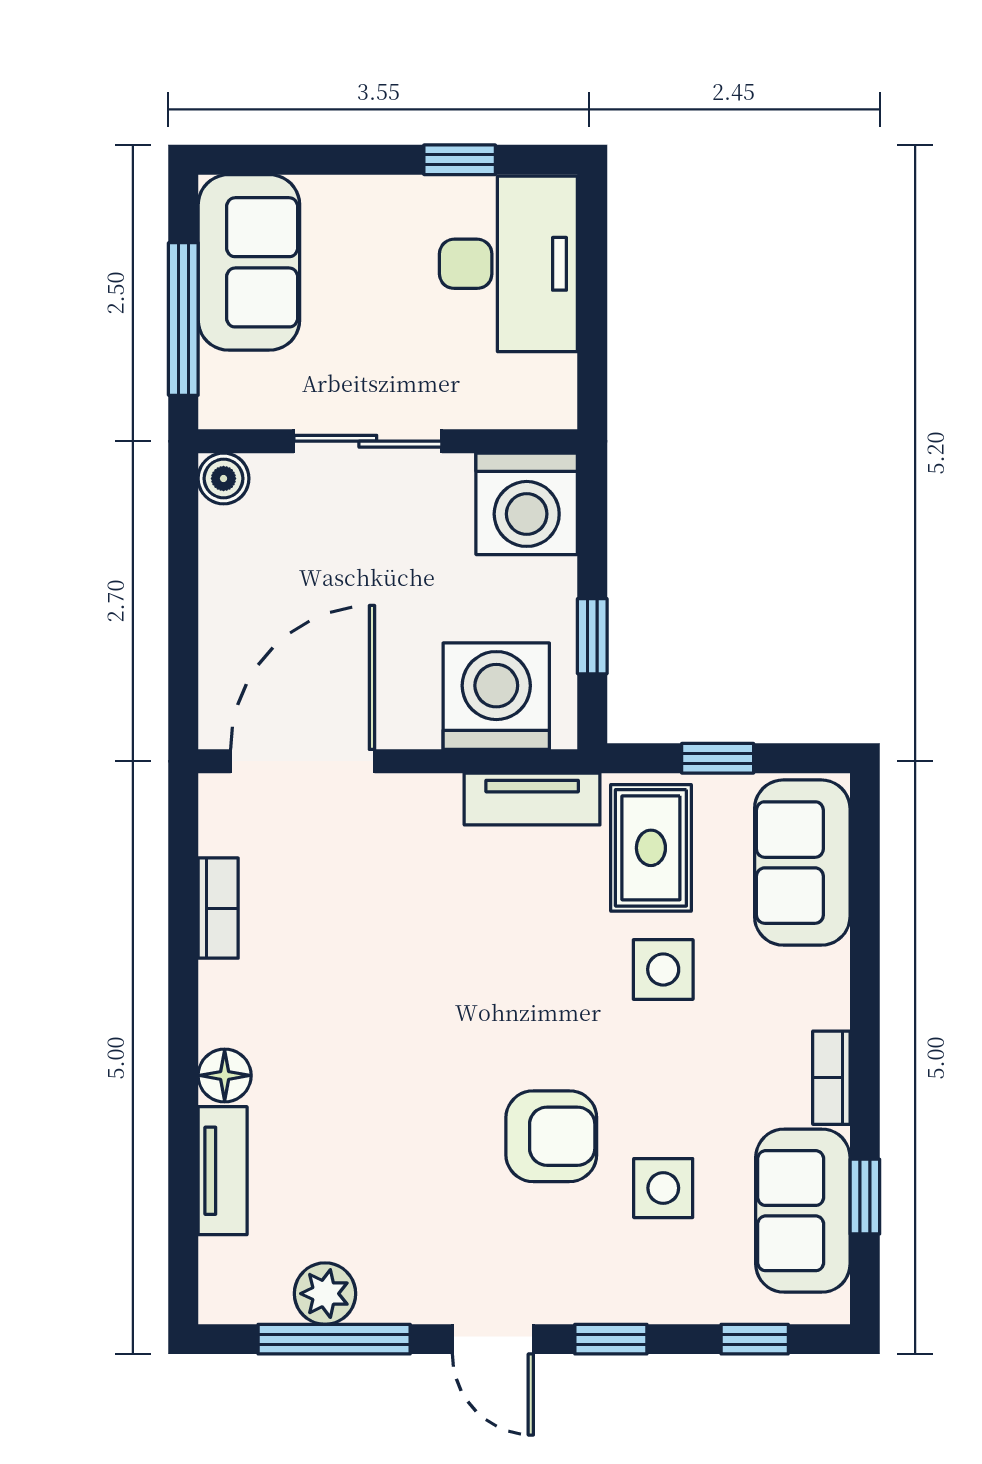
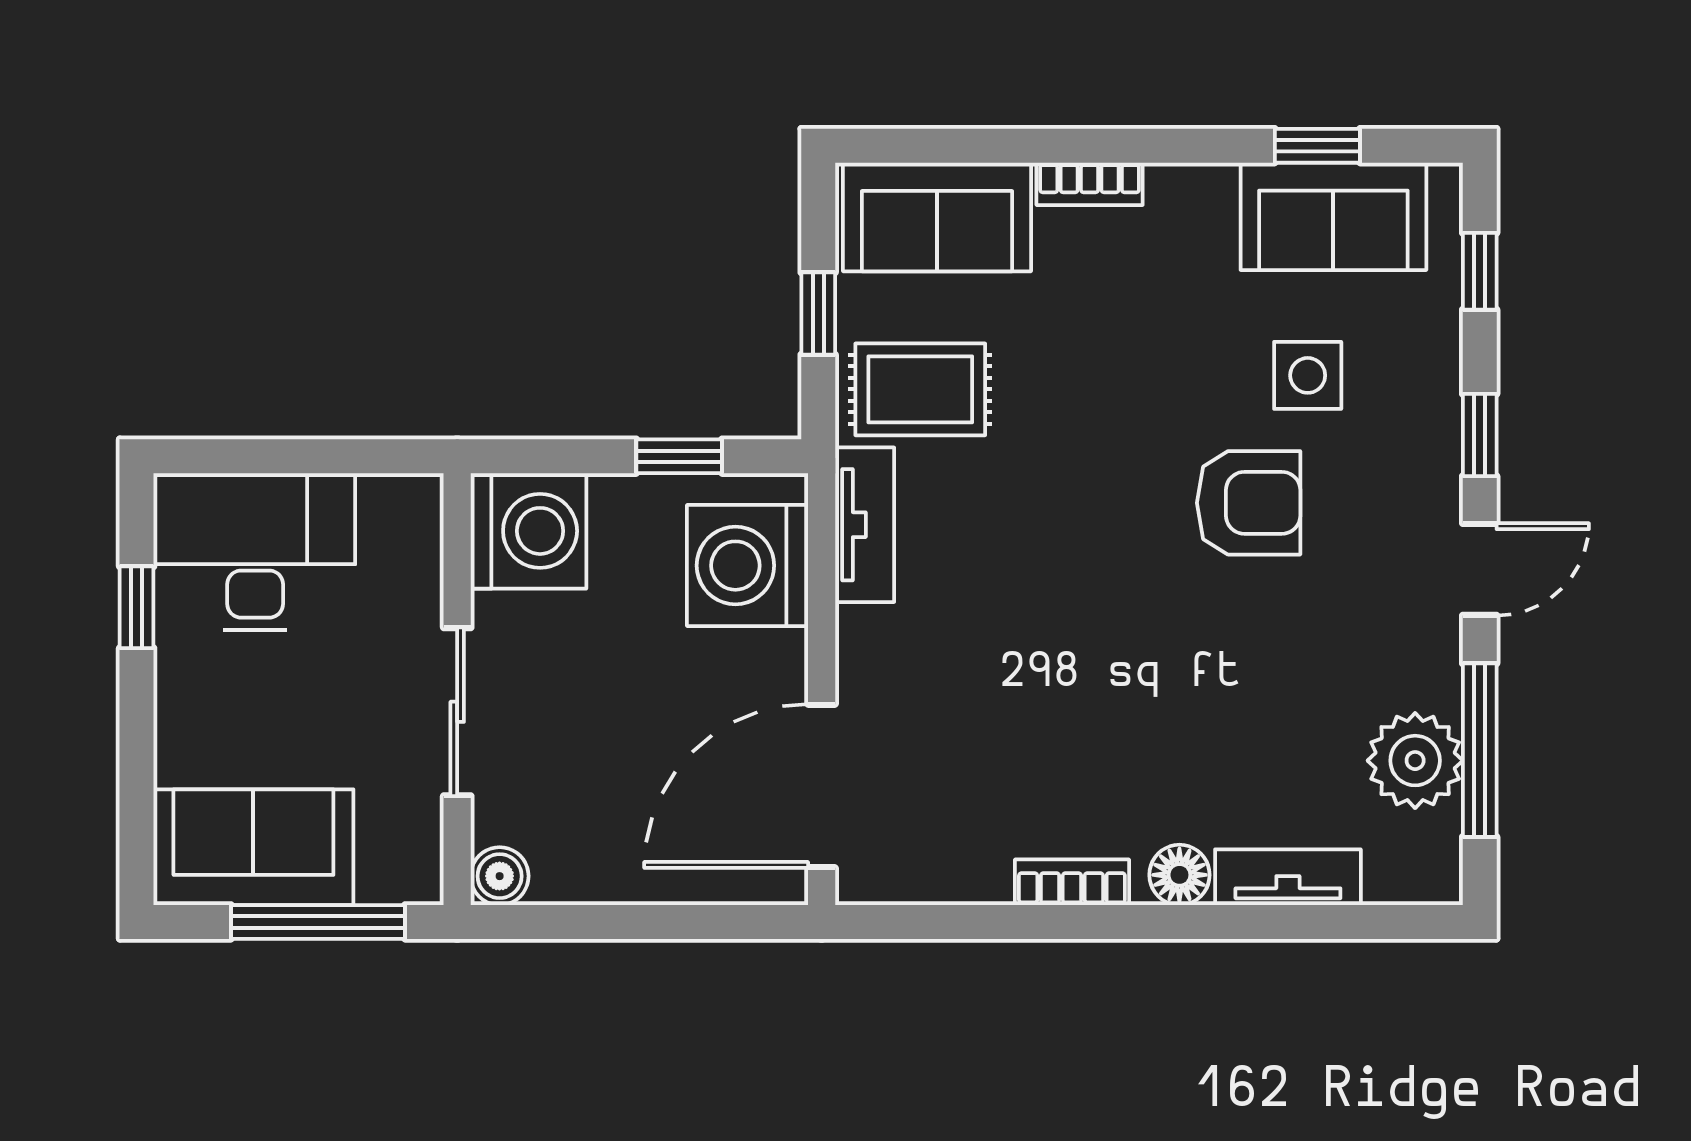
door: (303, 761) -> (822, 786), hinge flipped
bookcase: (218, 908) -> (1072, 882), moved
side table: (663, 969) -> (1059, 375), removed
bookcase: (831, 1078) -> (1090, 184), moved
armchair: (551, 1136) -> (1249, 503), turned 90
plant: (325, 1294) -> (1415, 761), width x1.36, depth x1.36

